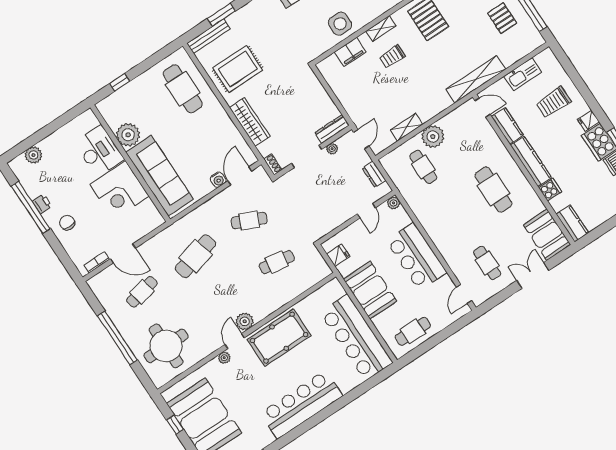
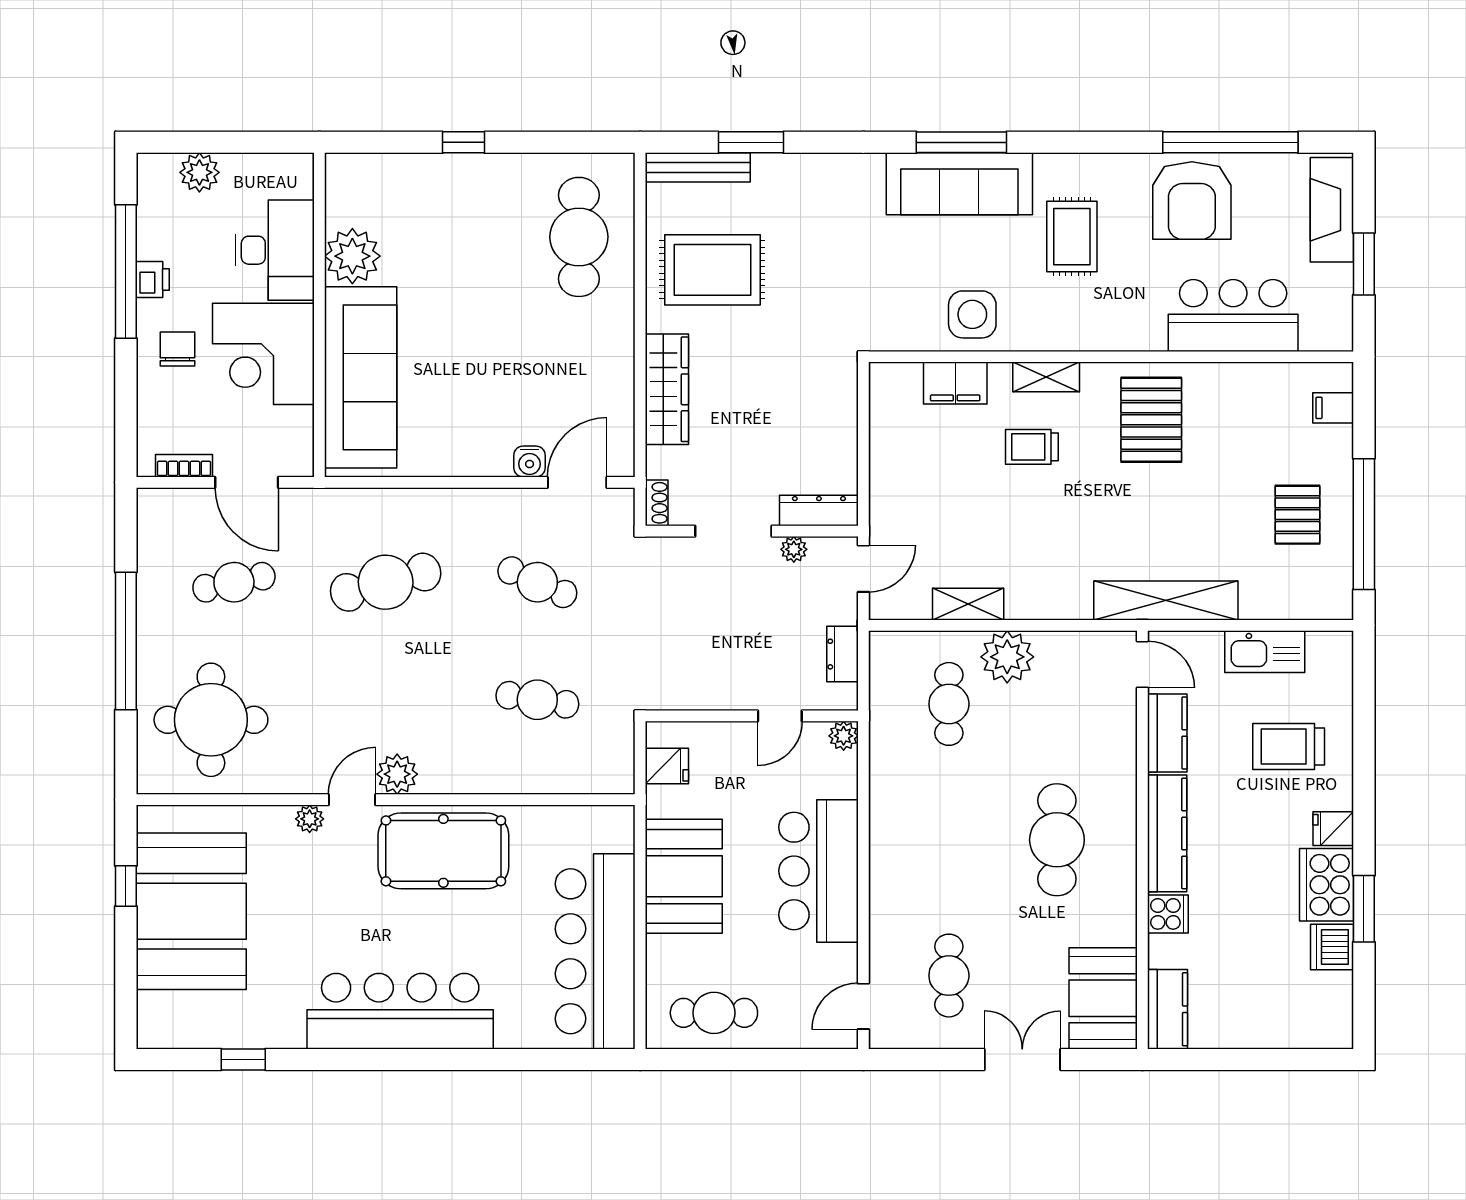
plant: (128, 135) -> (352, 256), moved
desk: (99, 151) -> (275, 250), moved
wall: (130, 163) -> (319, 315), moved
sofa: (160, 176) -> (361, 377), moved
corner desk: (120, 190) -> (263, 354), moved

